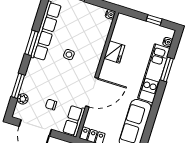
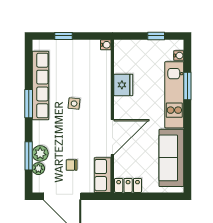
plant: (28, 87) -> (40, 153), added

